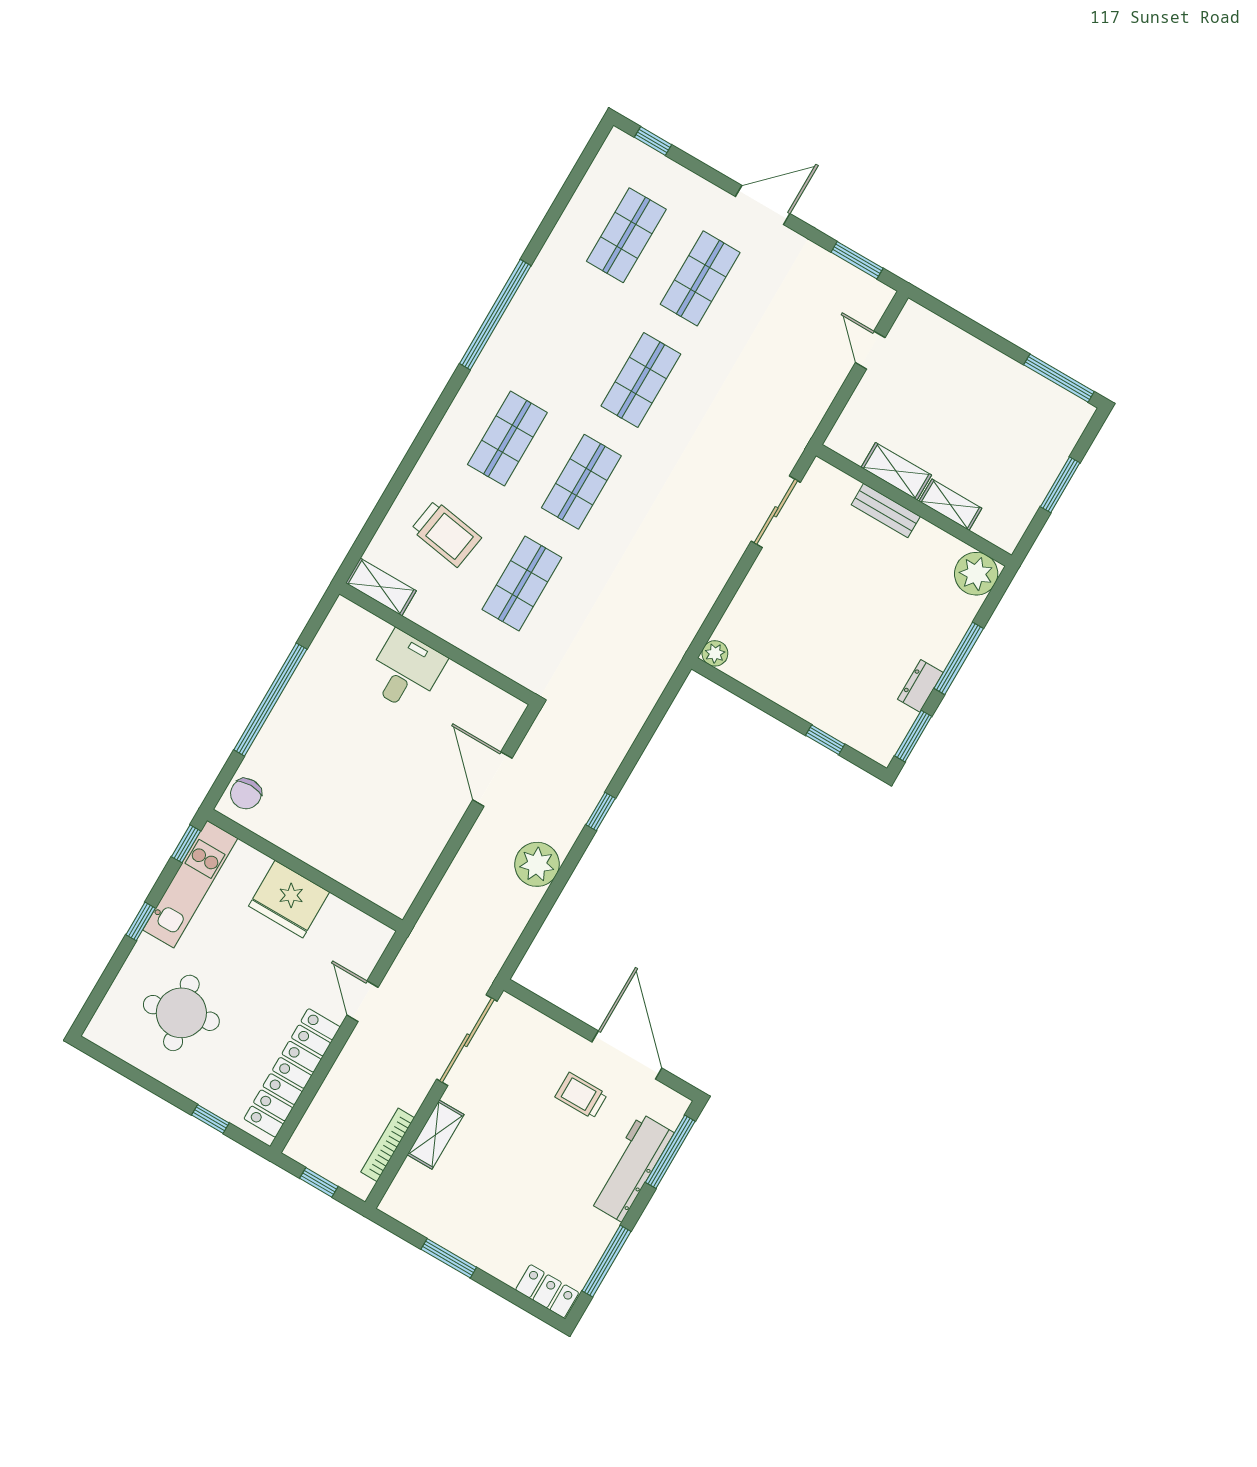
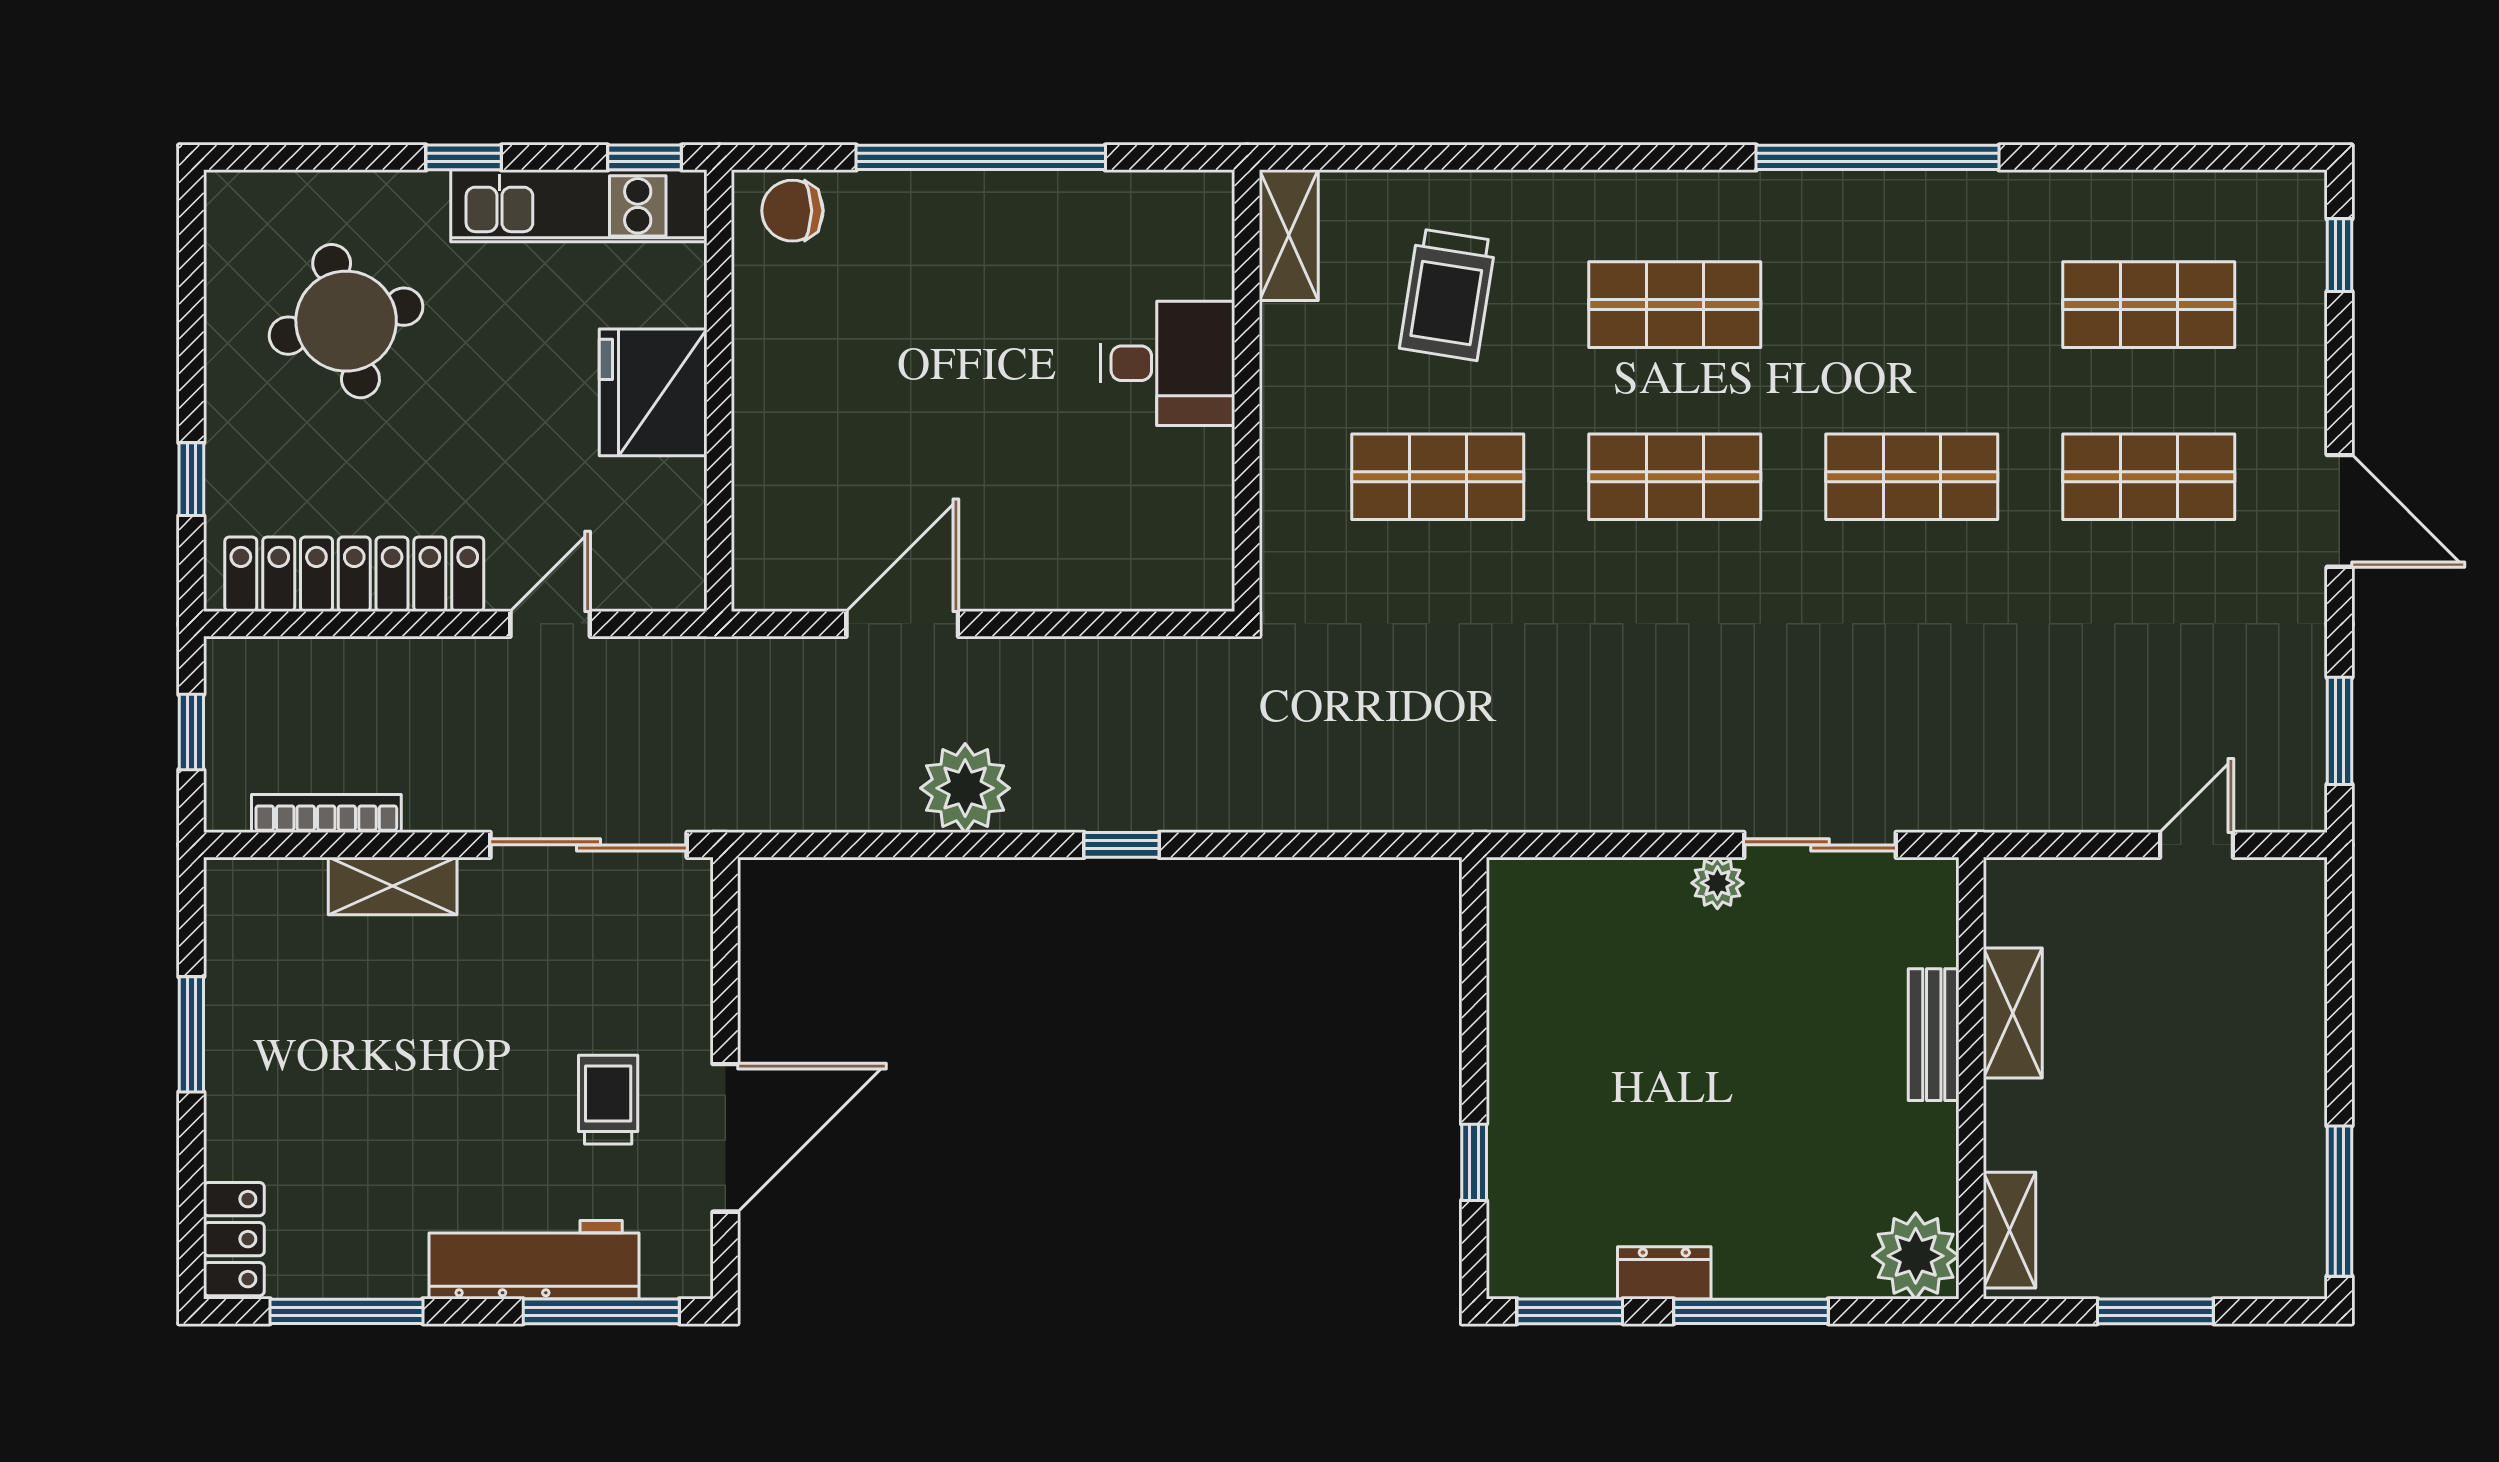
shelving: (950, 505) -> (2010, 1230), moved
plant: (715, 653) -> (1717, 883), moved
door: (492, 779) -> (902, 624), moved

